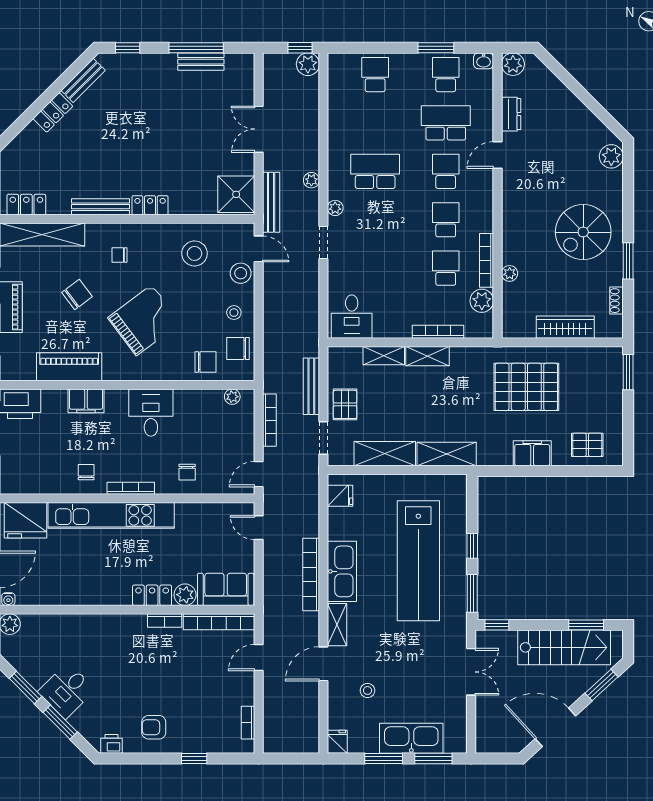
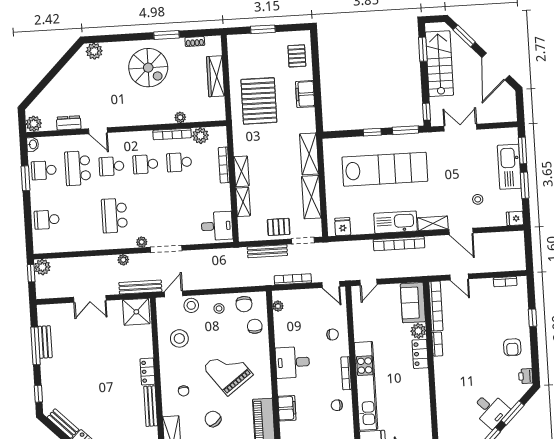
doorway: (323, 242) -> (166, 249), width x1.38
window: (628, 372) -> (263, 29), moved

